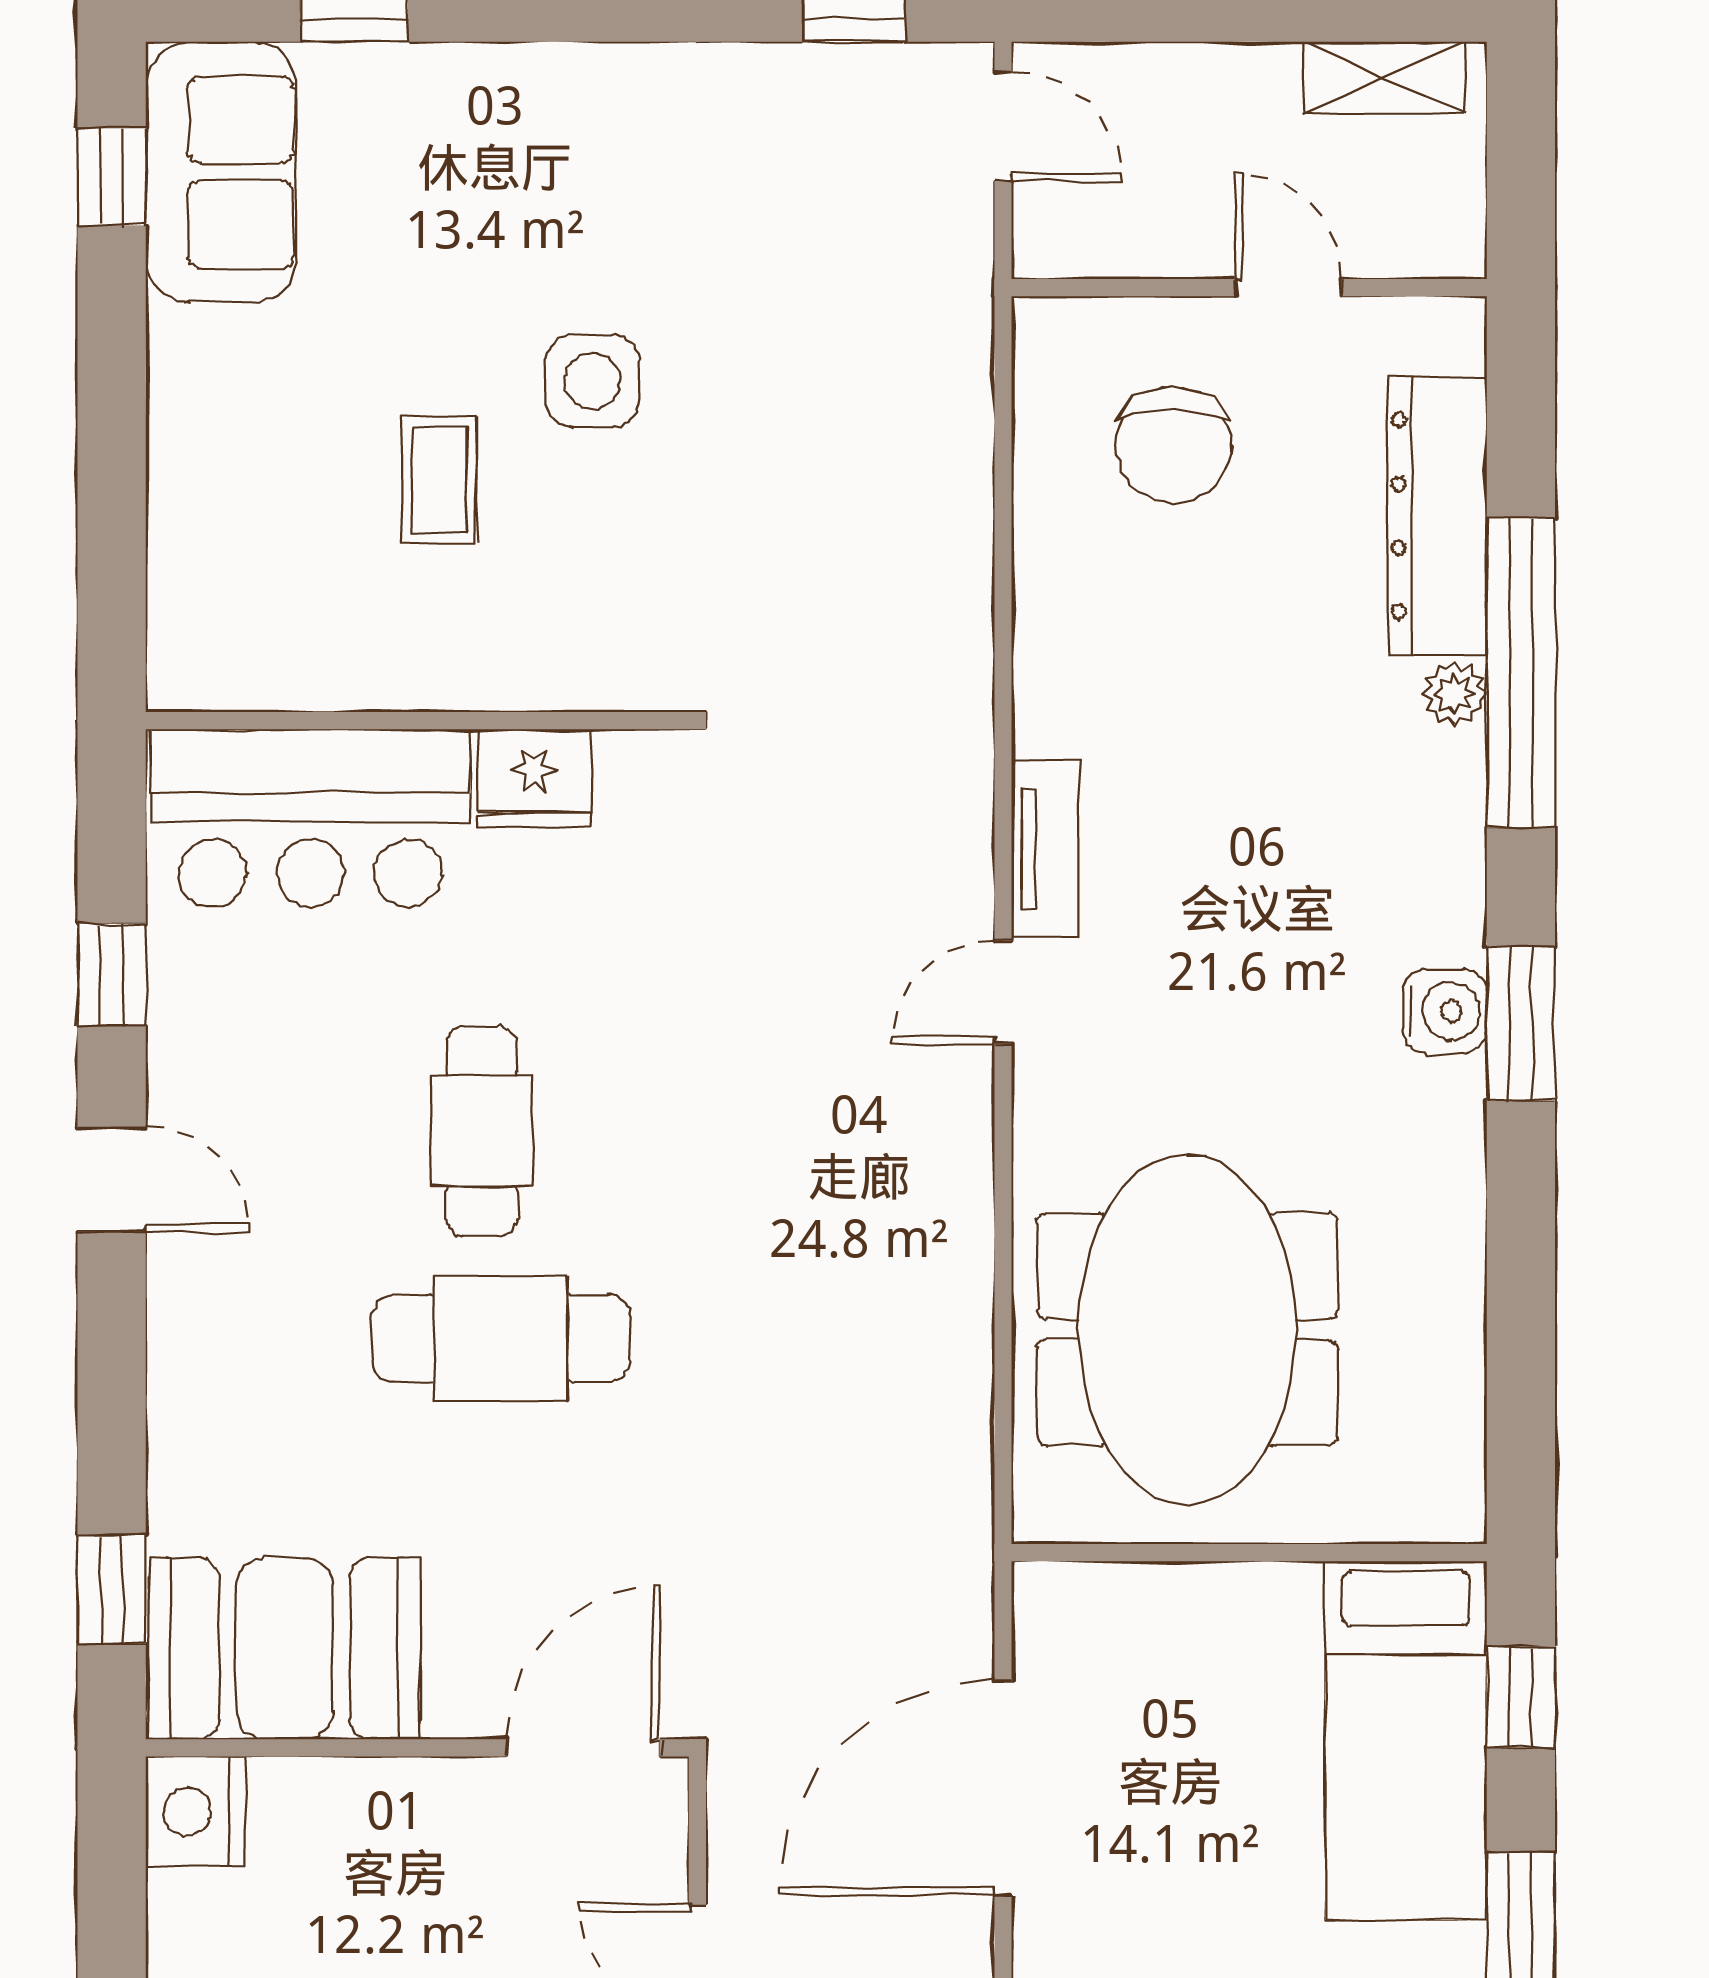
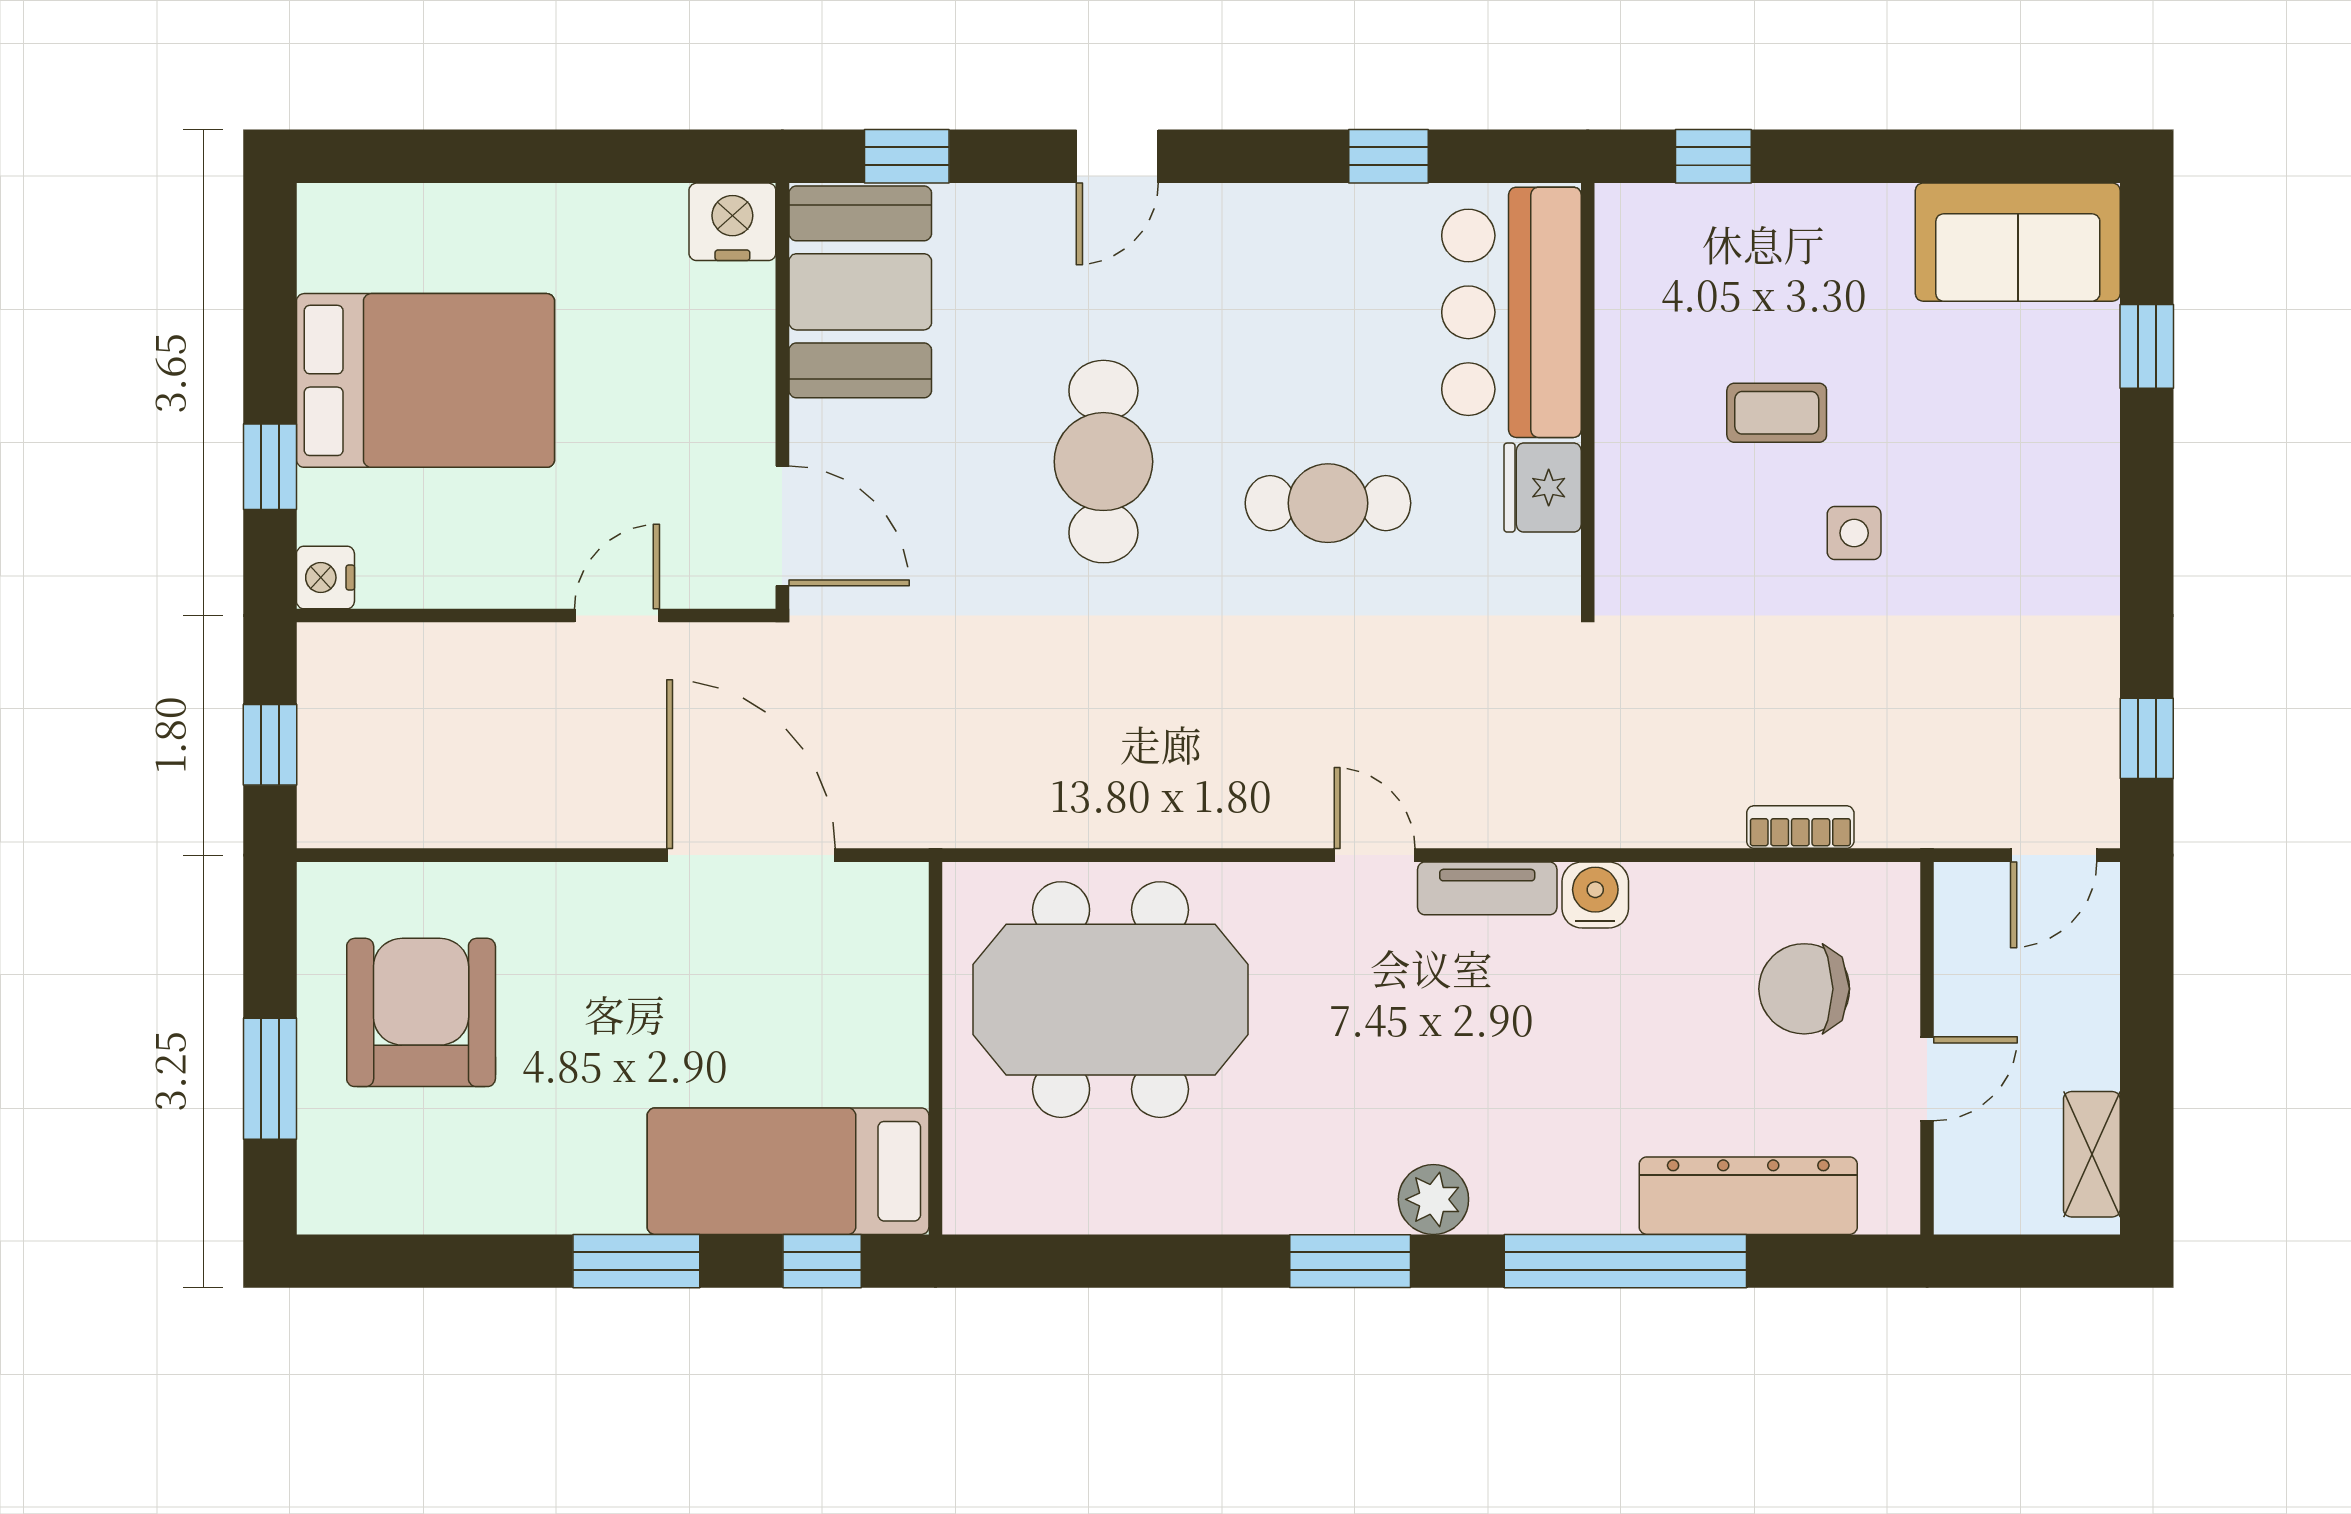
window: (112, 177) -> (1713, 156), moved
side table: (592, 381) -> (1854, 533), width x0.73, depth x0.73
bookcase: (967, 449) -> (1800, 827), added
plant: (1454, 694) -> (1433, 1199), moved, width x1.38, depth x1.38
water cooler: (1445, 1011) -> (1595, 895), moved, turned 180
cafe table: (481, 1131) -> (1328, 503), moved
door: (112, 1180) -> (1117, 156), moved

